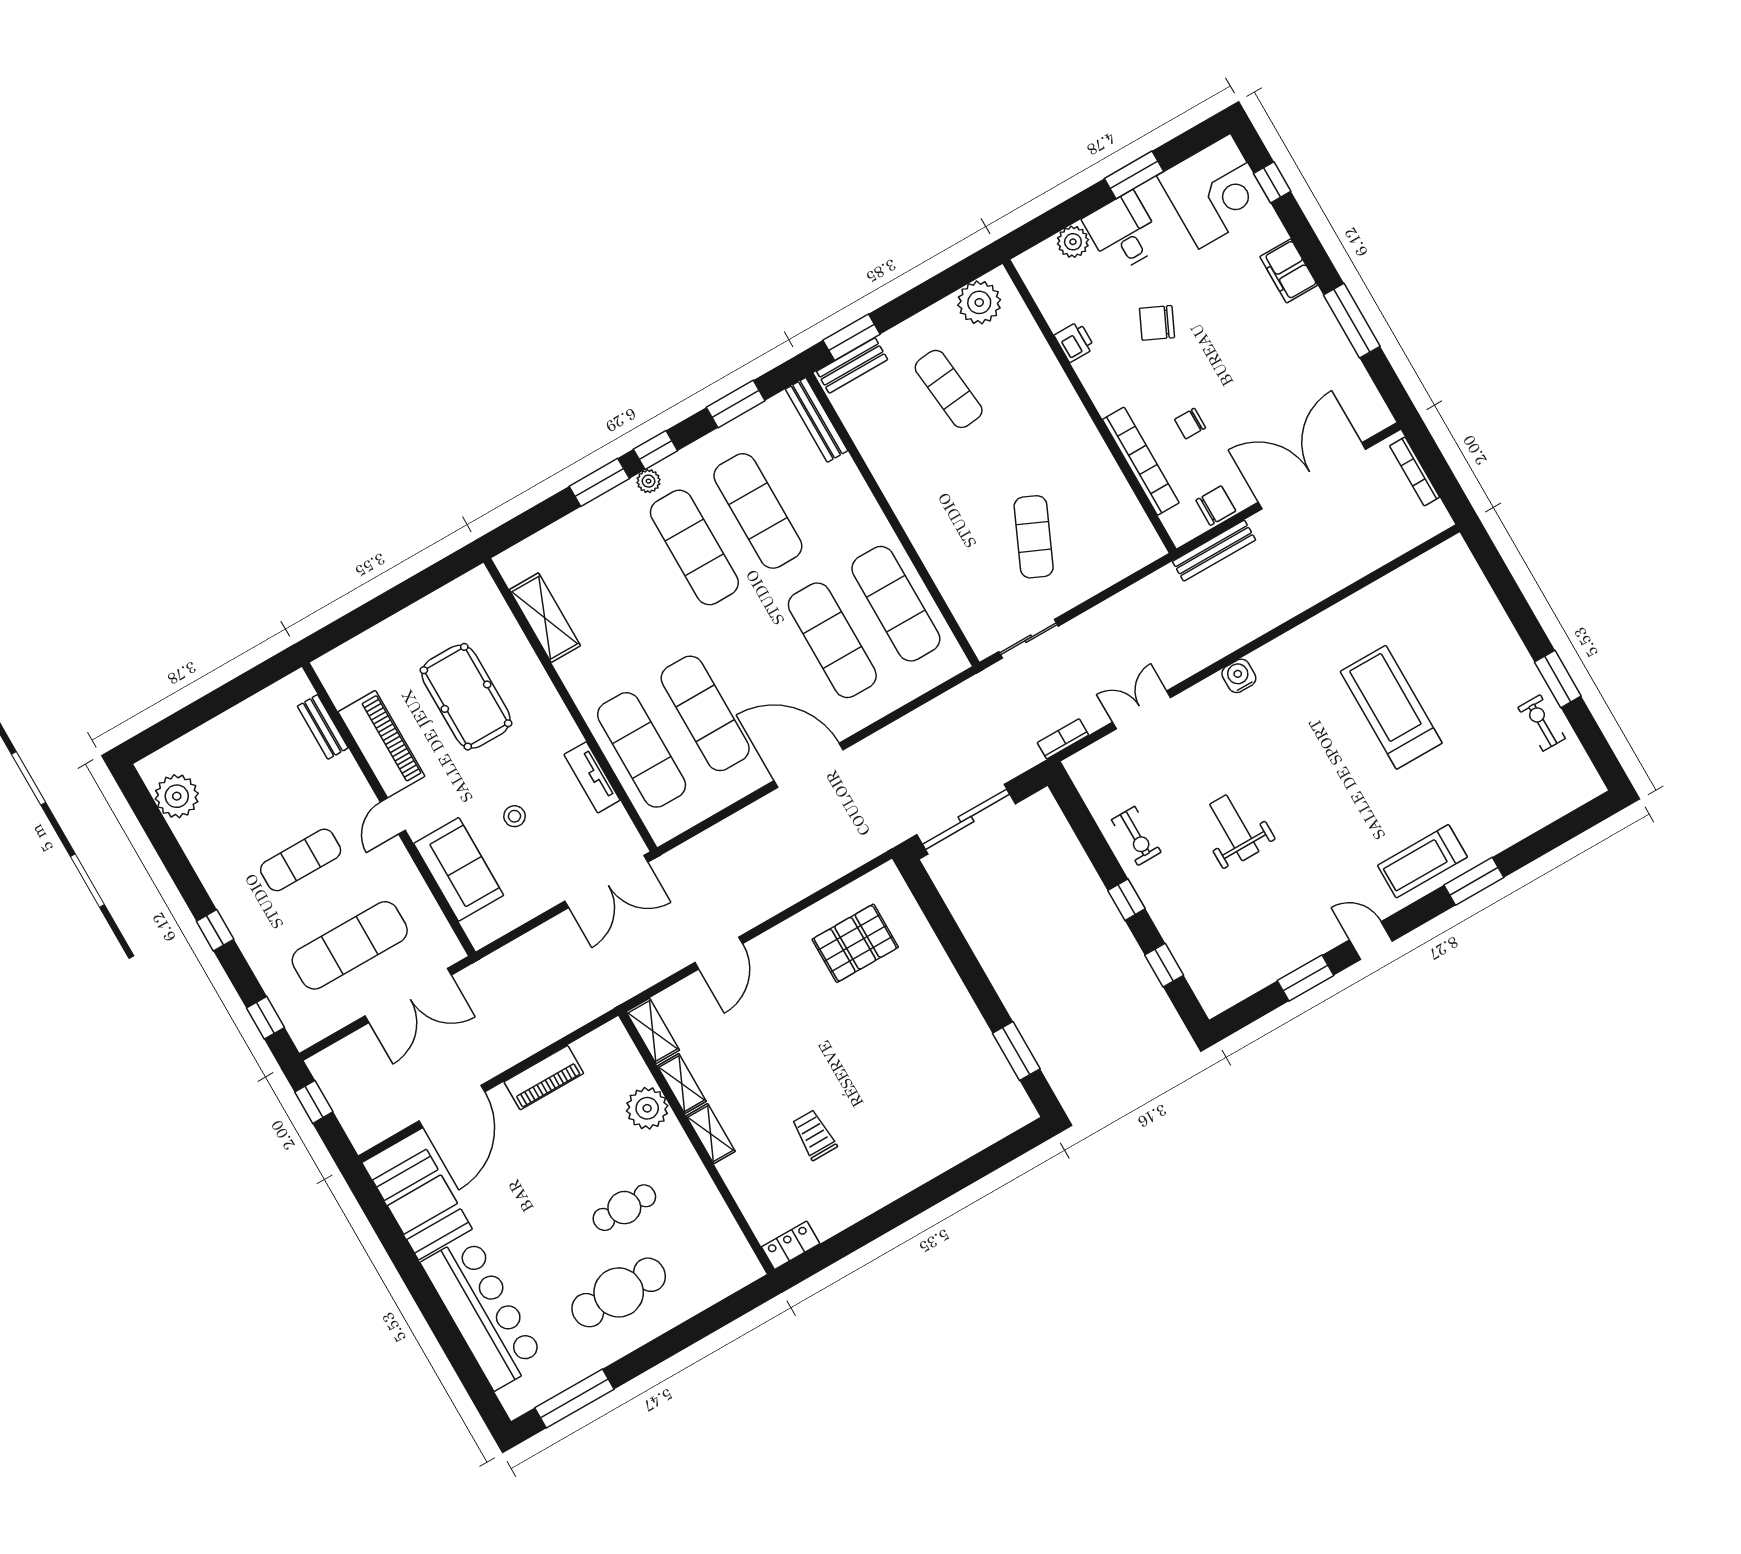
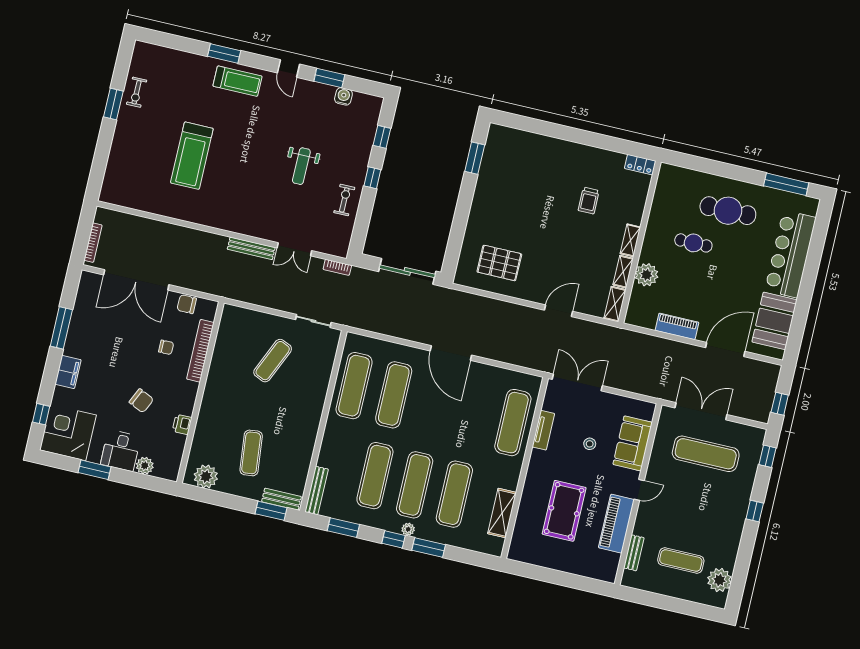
bench: (1214, 551) -> (251, 248), moved
water cooler: (1239, 676) -> (343, 96), moved, turned 180
exercise mat: (705, 713) -> (454, 494), moved
exercise mat: (301, 860) -> (681, 561), moved

